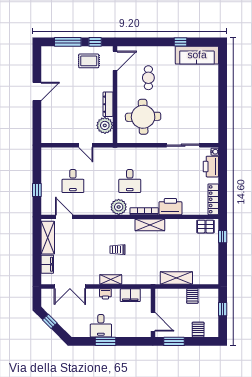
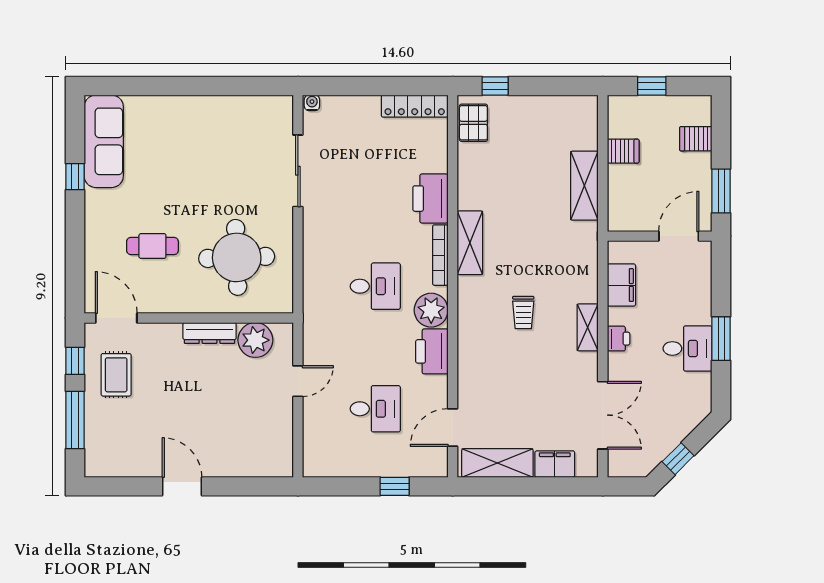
printer: (211, 167) -> (432, 351), moved, turned 90

